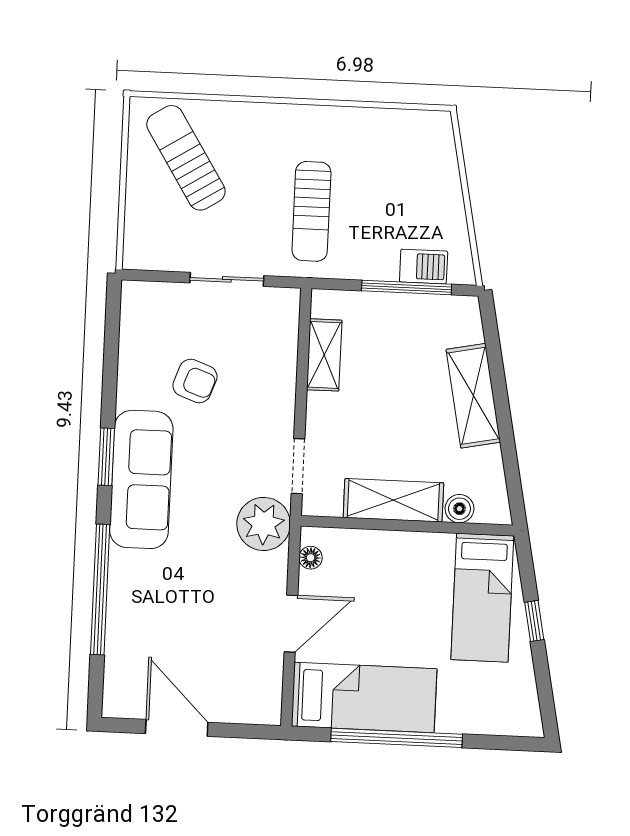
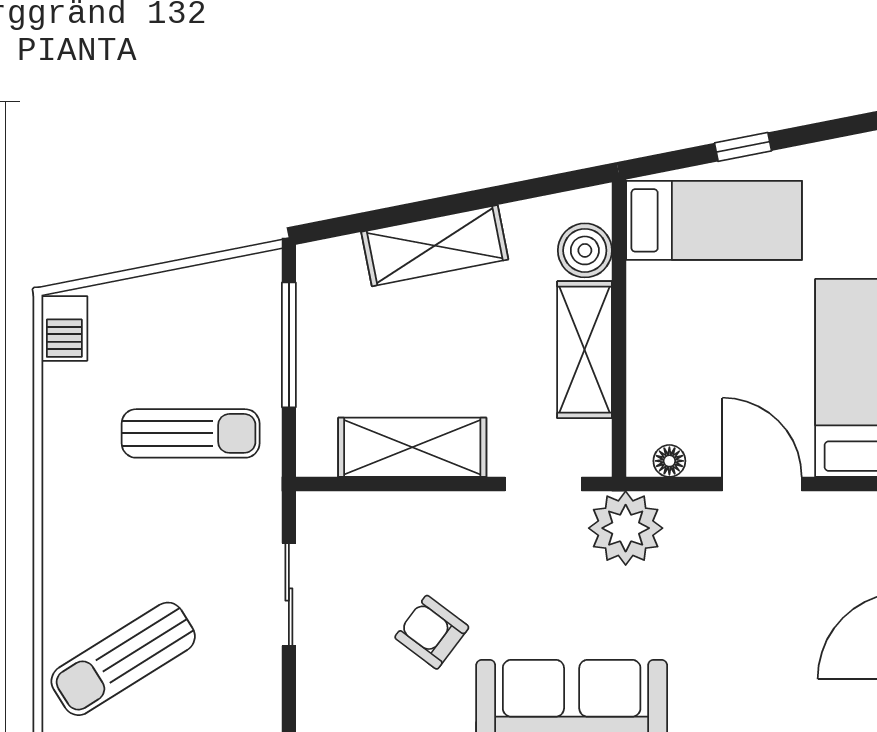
sun lounger: (311, 211) -> (191, 433), moved
barbecue: (424, 267) -> (64, 328), moved, turned 180
shelving: (324, 355) -> (412, 447), width x1.50, depth x1.33
armchair: (195, 381) -> (432, 632), turned -73
boiler: (459, 509) -> (585, 250), width x1.36, depth x1.36

